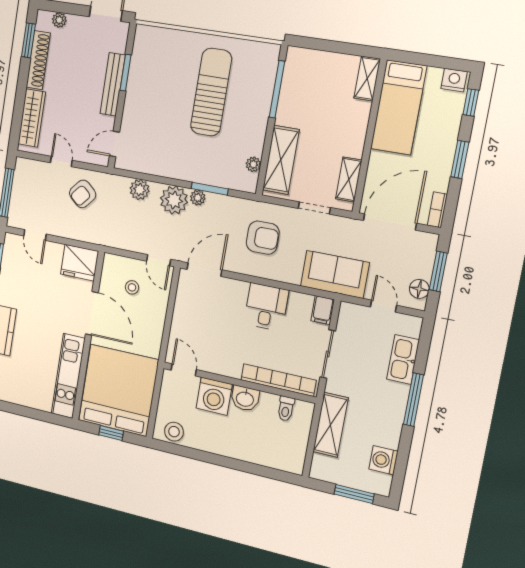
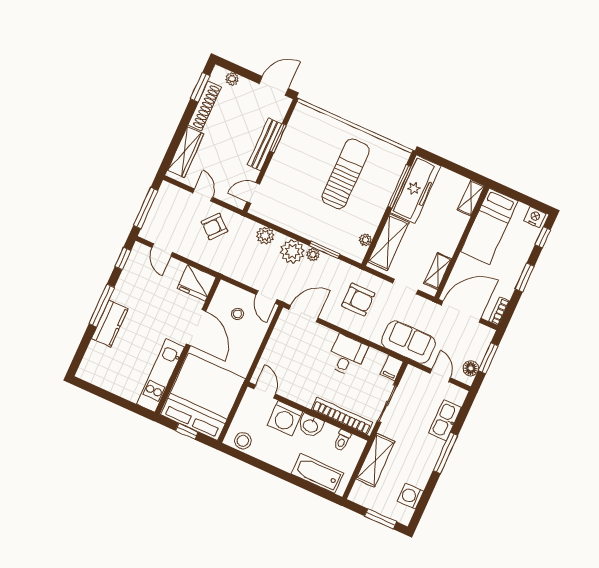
freezer: (297, 87) -> (415, 189), added
bathtub: (267, 453) -> (317, 473), added

